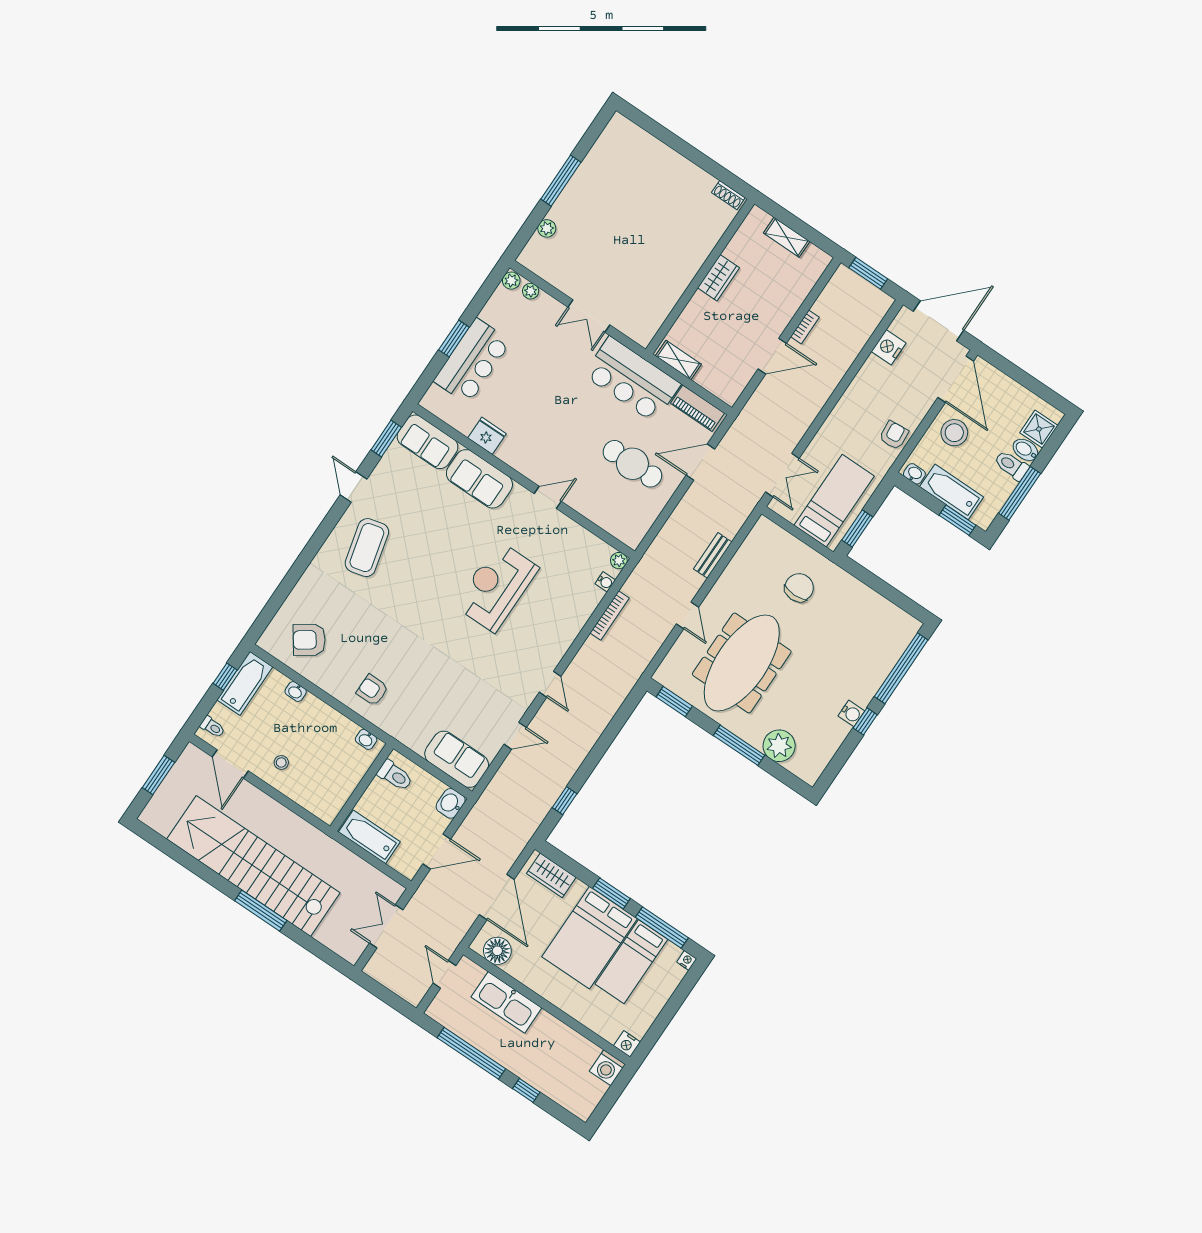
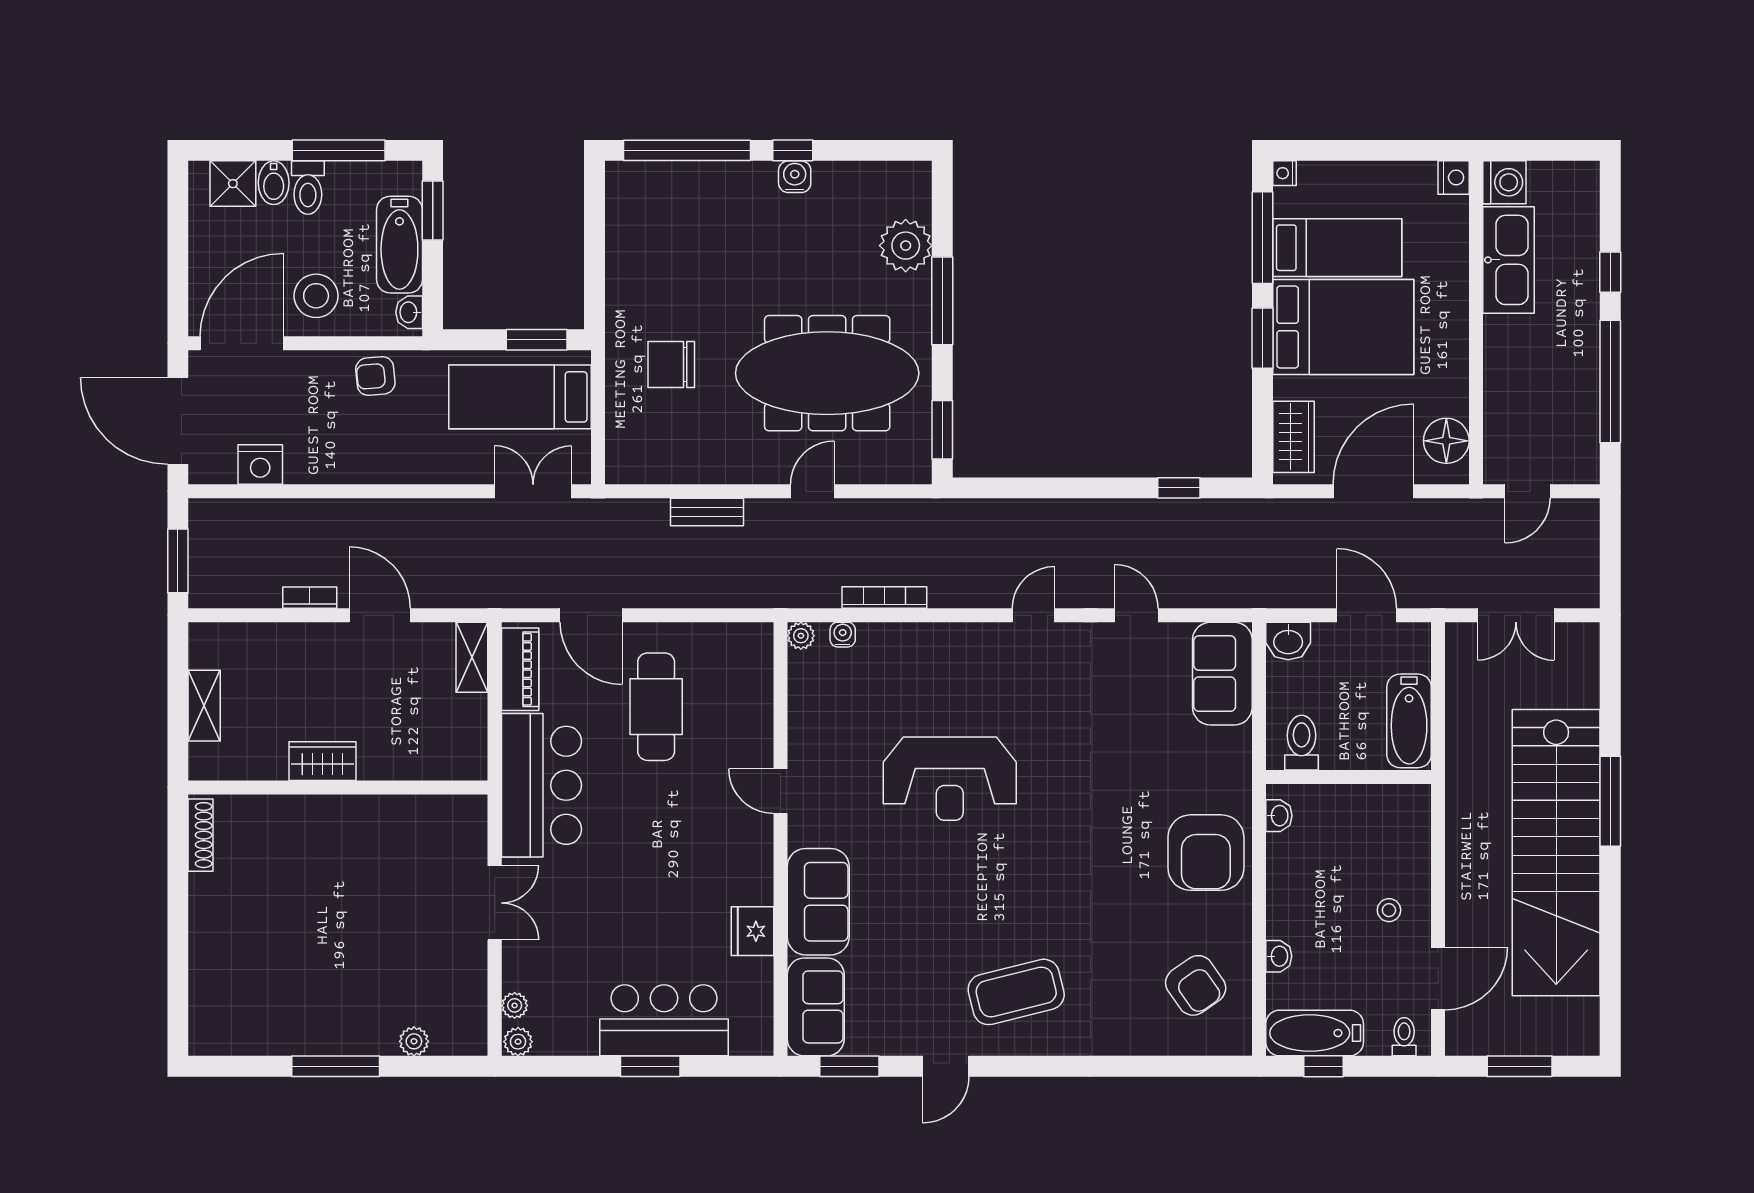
shoe rack: (728, 195) -> (201, 835), width x1.43
shelving: (678, 360) -> (472, 657), moved
armchair: (372, 690) -> (1206, 853), width x1.88, depth x1.88
kitchen sink: (506, 1002) -> (1508, 260), moved

